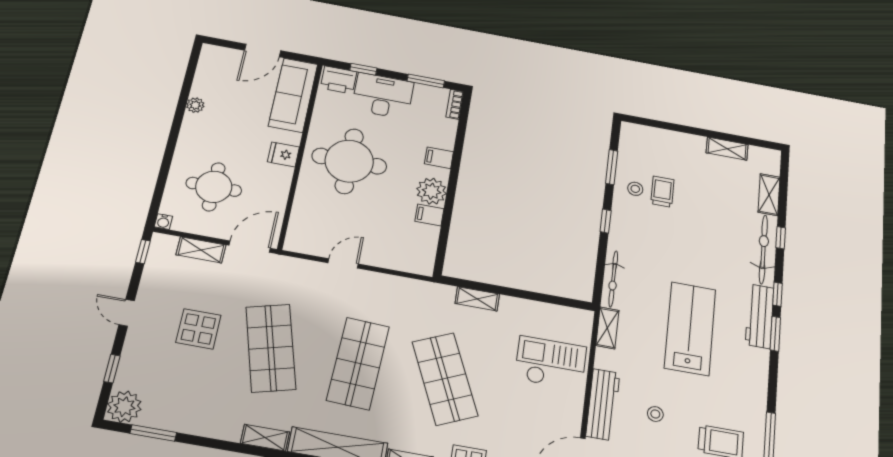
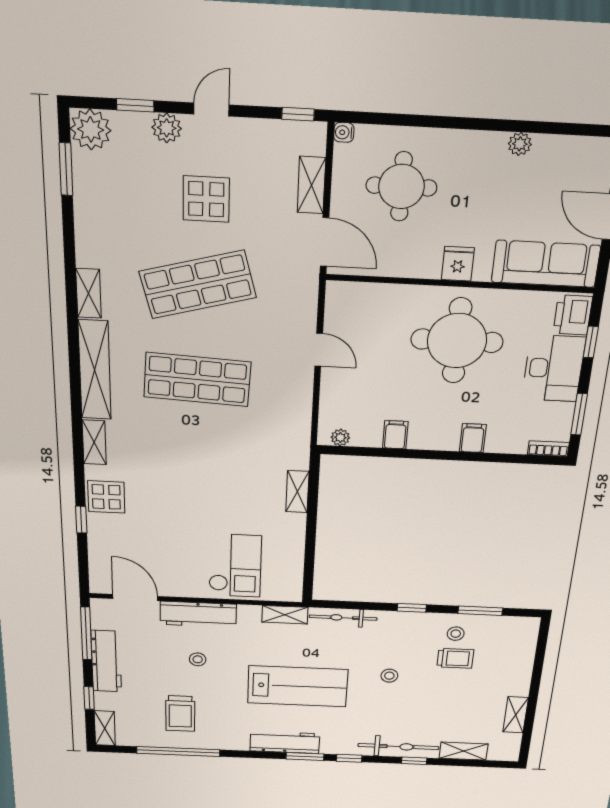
plant: (431, 191) -> (340, 438), moved, width x0.53, depth x0.53
stool: (680, 248) -> (389, 676), added
workbench: (760, 316) -> (285, 742), moved
plant: (135, 348) -> (167, 128), added
shop shelf: (445, 379) -> (197, 468), removed

